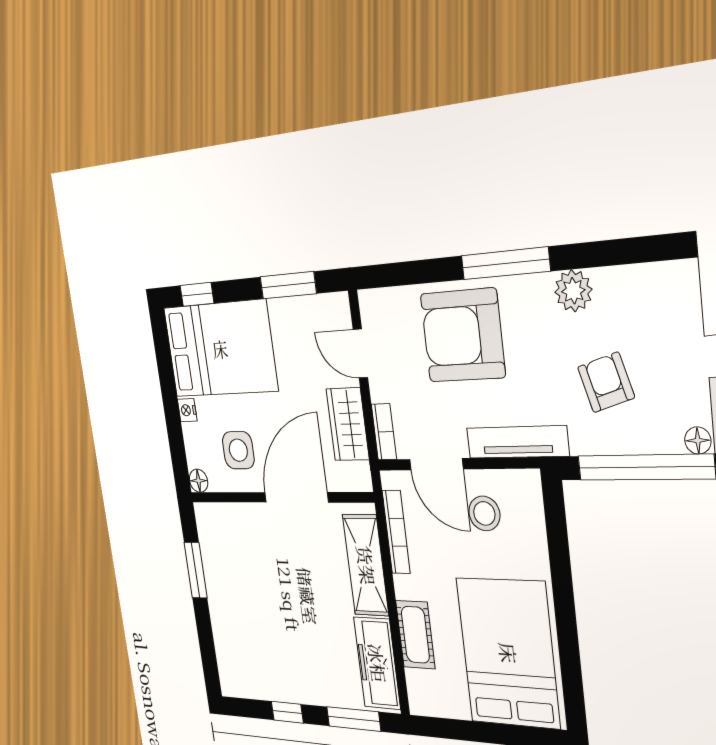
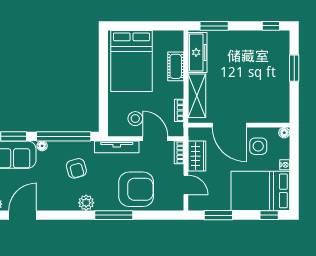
door: (296, 497) -> (229, 125), hinge flipped
bookcase: (396, 532) -> (179, 110), width x0.64
window: (196, 570) -> (294, 68), moved
window: (287, 712) -> (271, 26), moved

